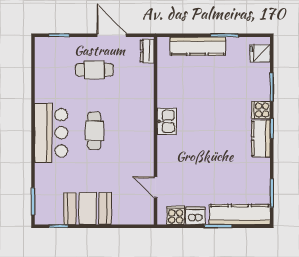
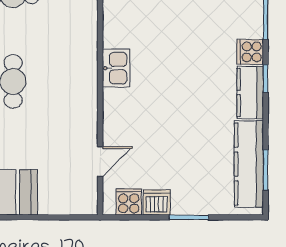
door: (156, 187) -> (100, 162), swing flipped
kitchen counter: (240, 214) -> (249, 164), moved, turned -90

